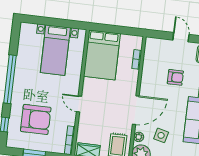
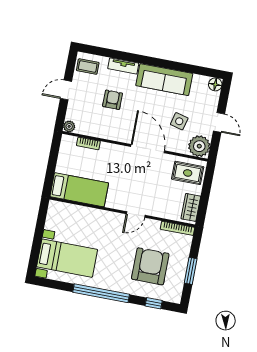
bed with nightstands: (55, 50) -> (67, 258), moved
bed: (102, 55) -> (79, 190), width x0.67
plant: (139, 137) -> (69, 126), moved

